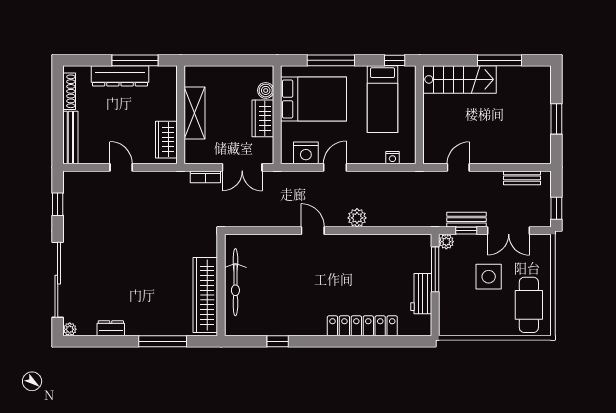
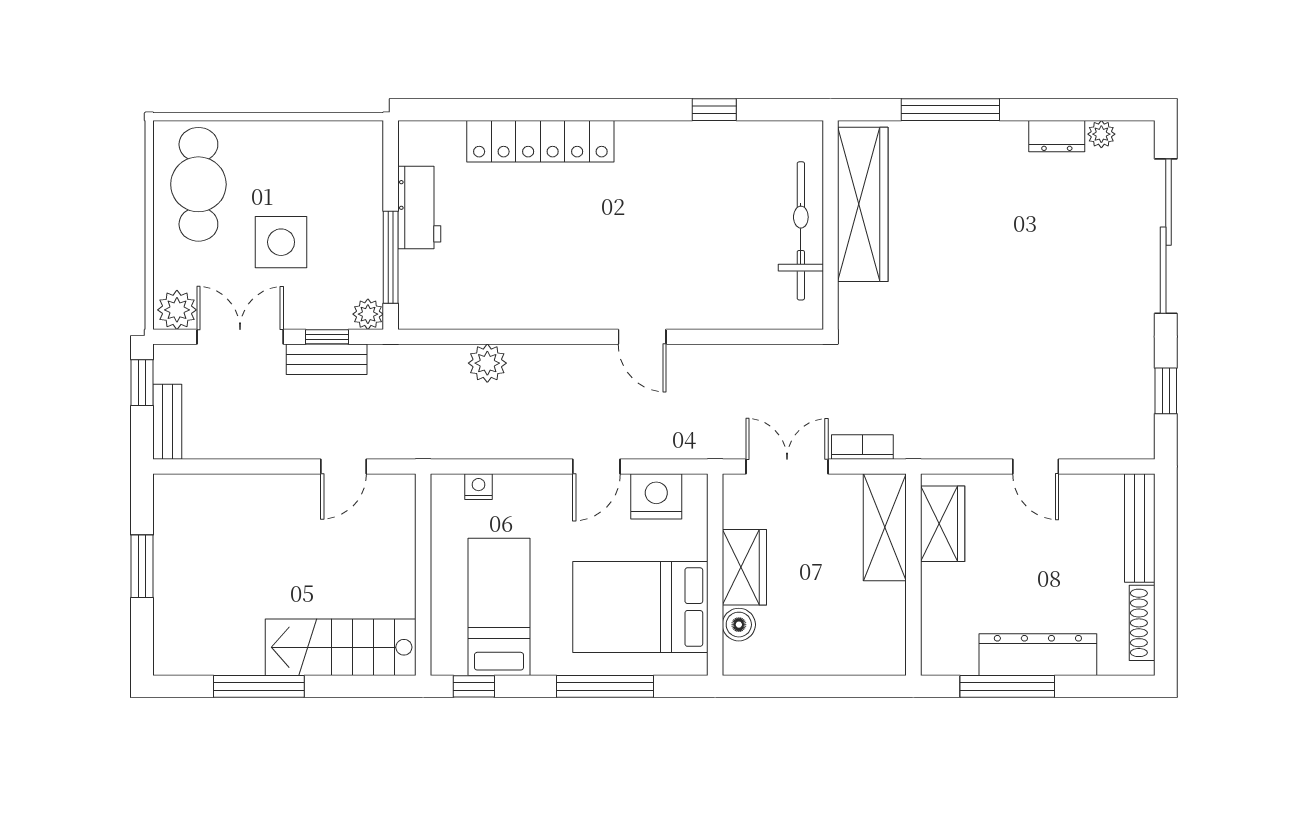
shelving: (195, 113) -> (885, 527), moved
bench: (522, 178) -> (167, 422), moved, turned 90
plant: (357, 218) -> (487, 363), moved
plant: (539, 244) -> (177, 310), added
plant: (70, 329) -> (1101, 134), moved

